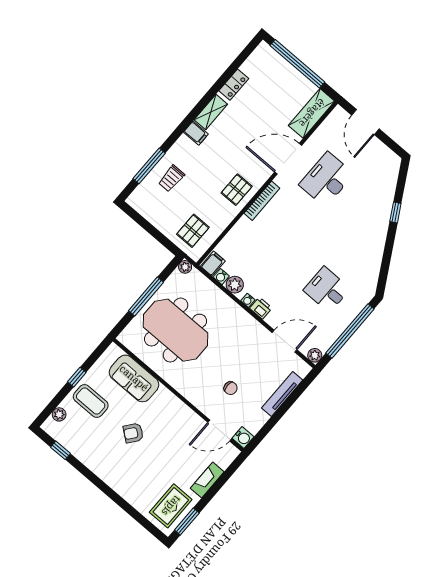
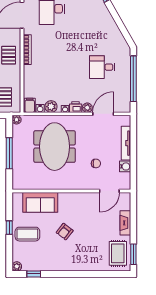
meeting table: (175, 330) -> (55, 147), moved, turned 90
plant: (315, 355) -> (87, 108), moved
plant: (59, 414) -> (17, 266), moved
water cooler: (243, 438) -> (125, 166), moved

